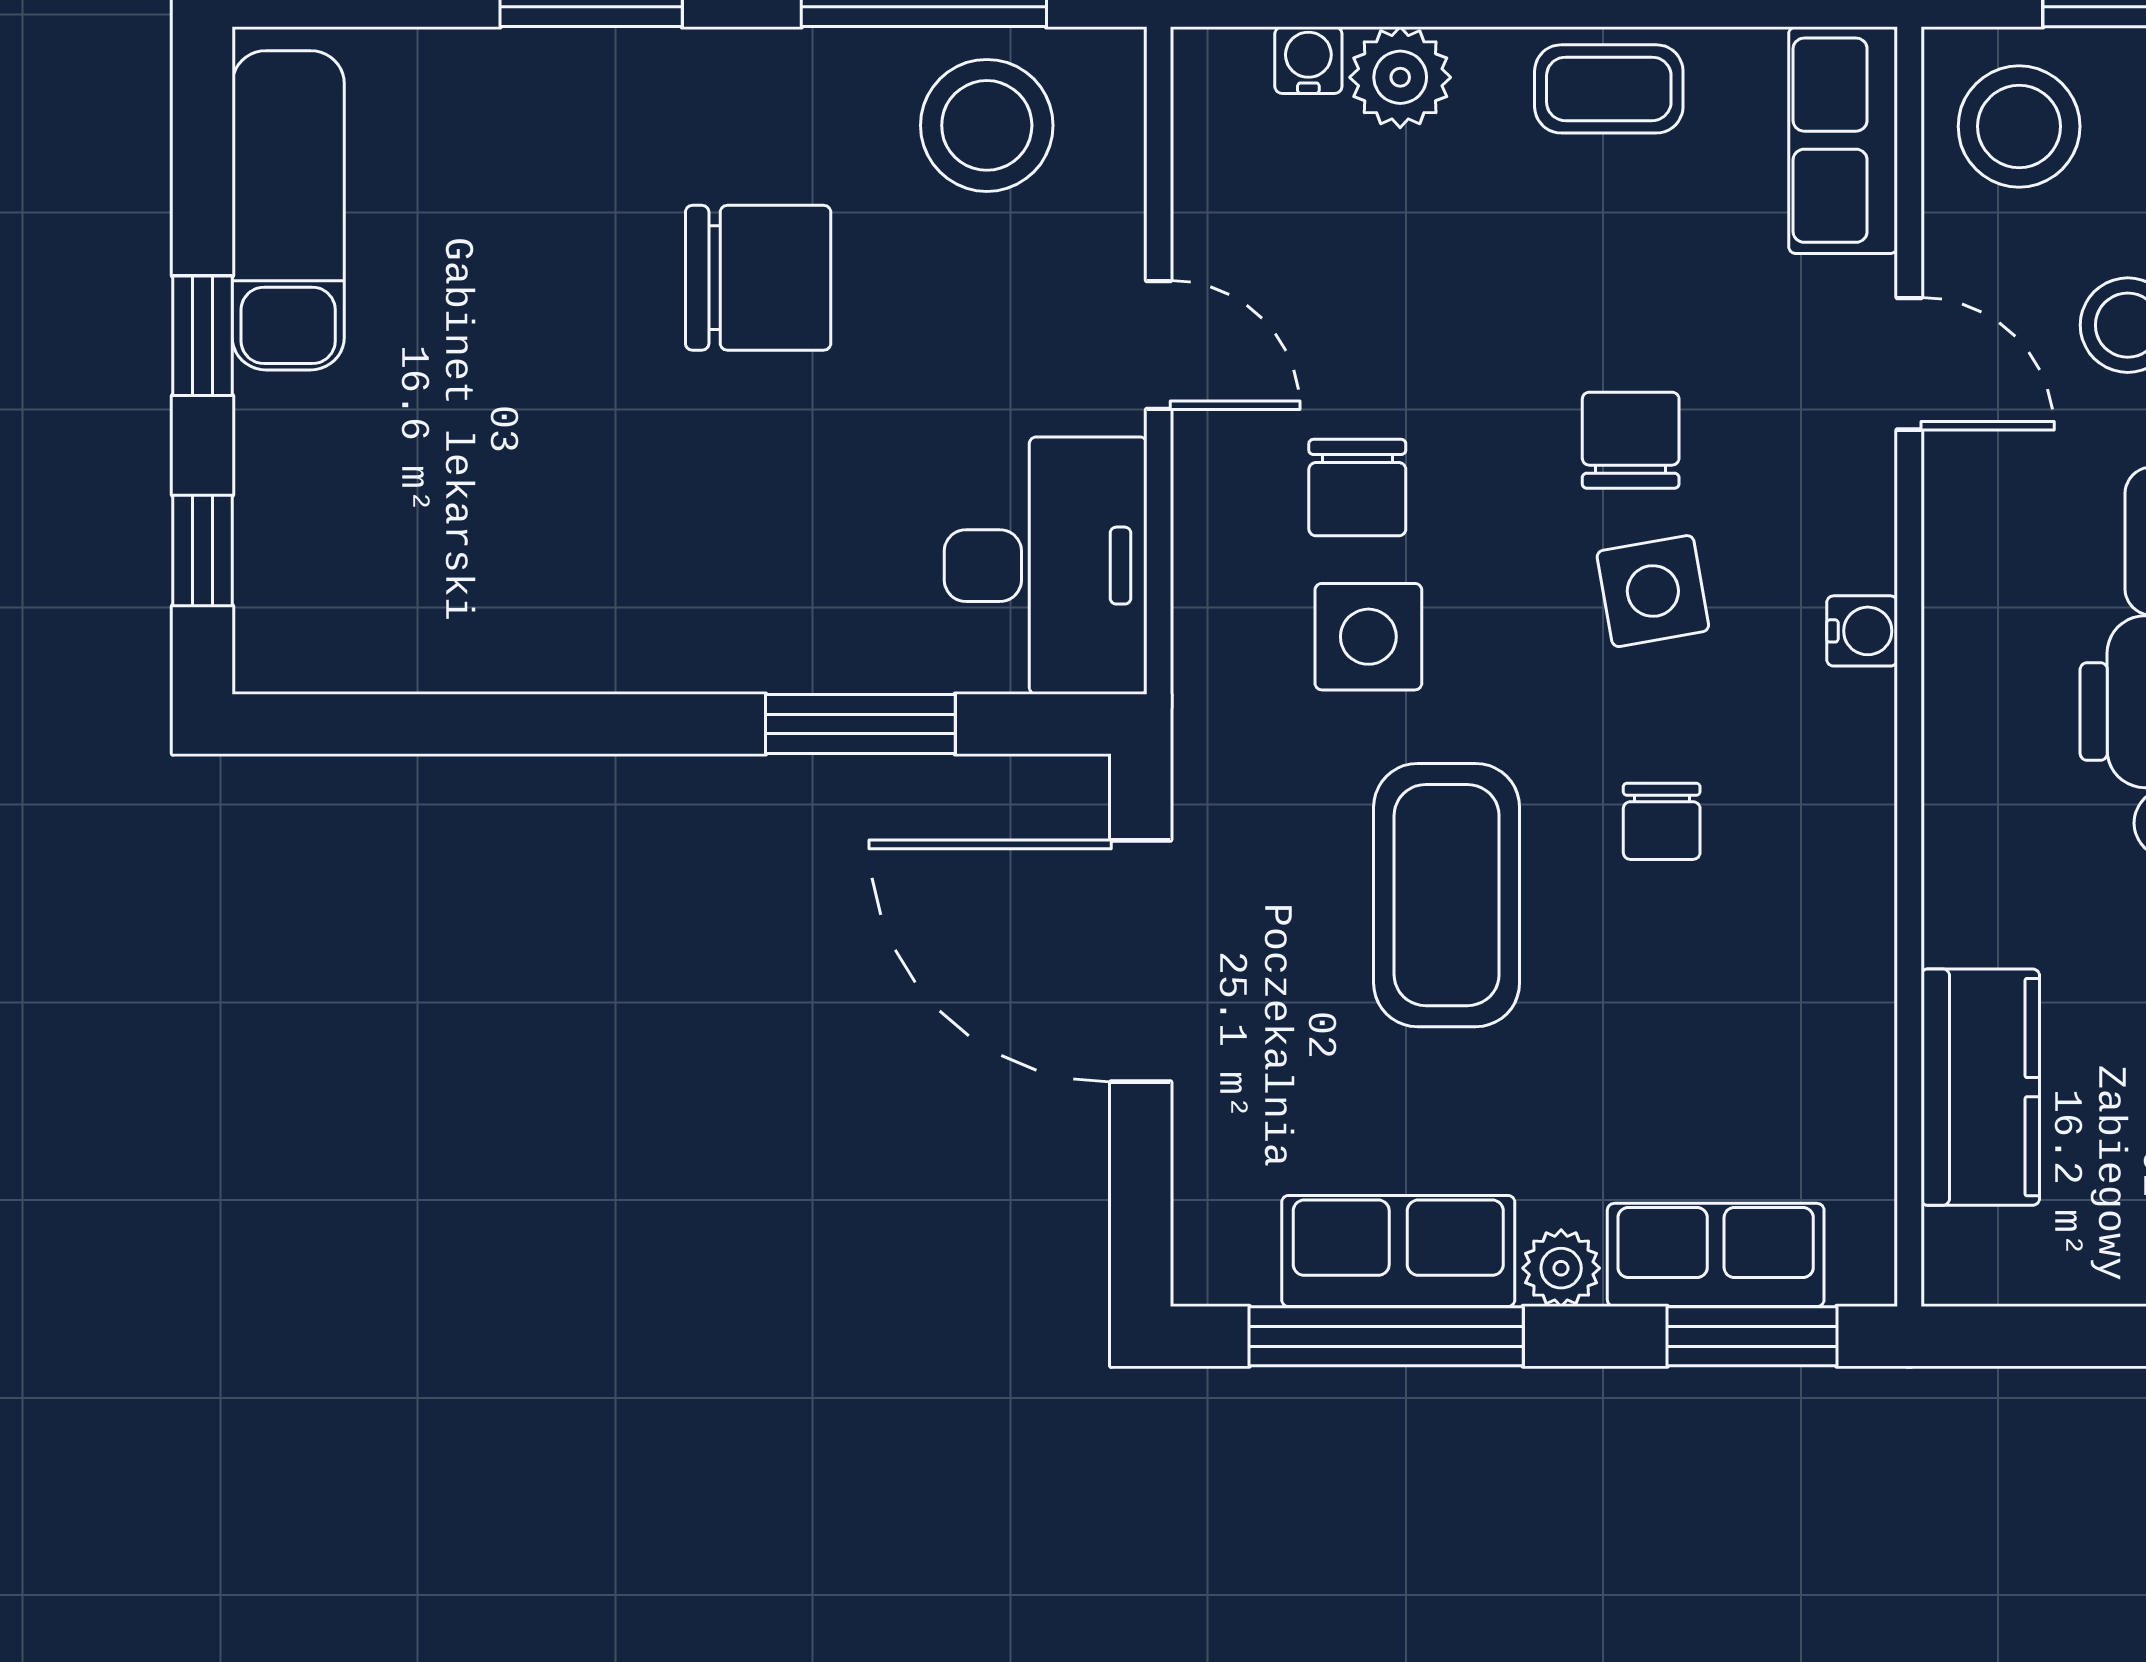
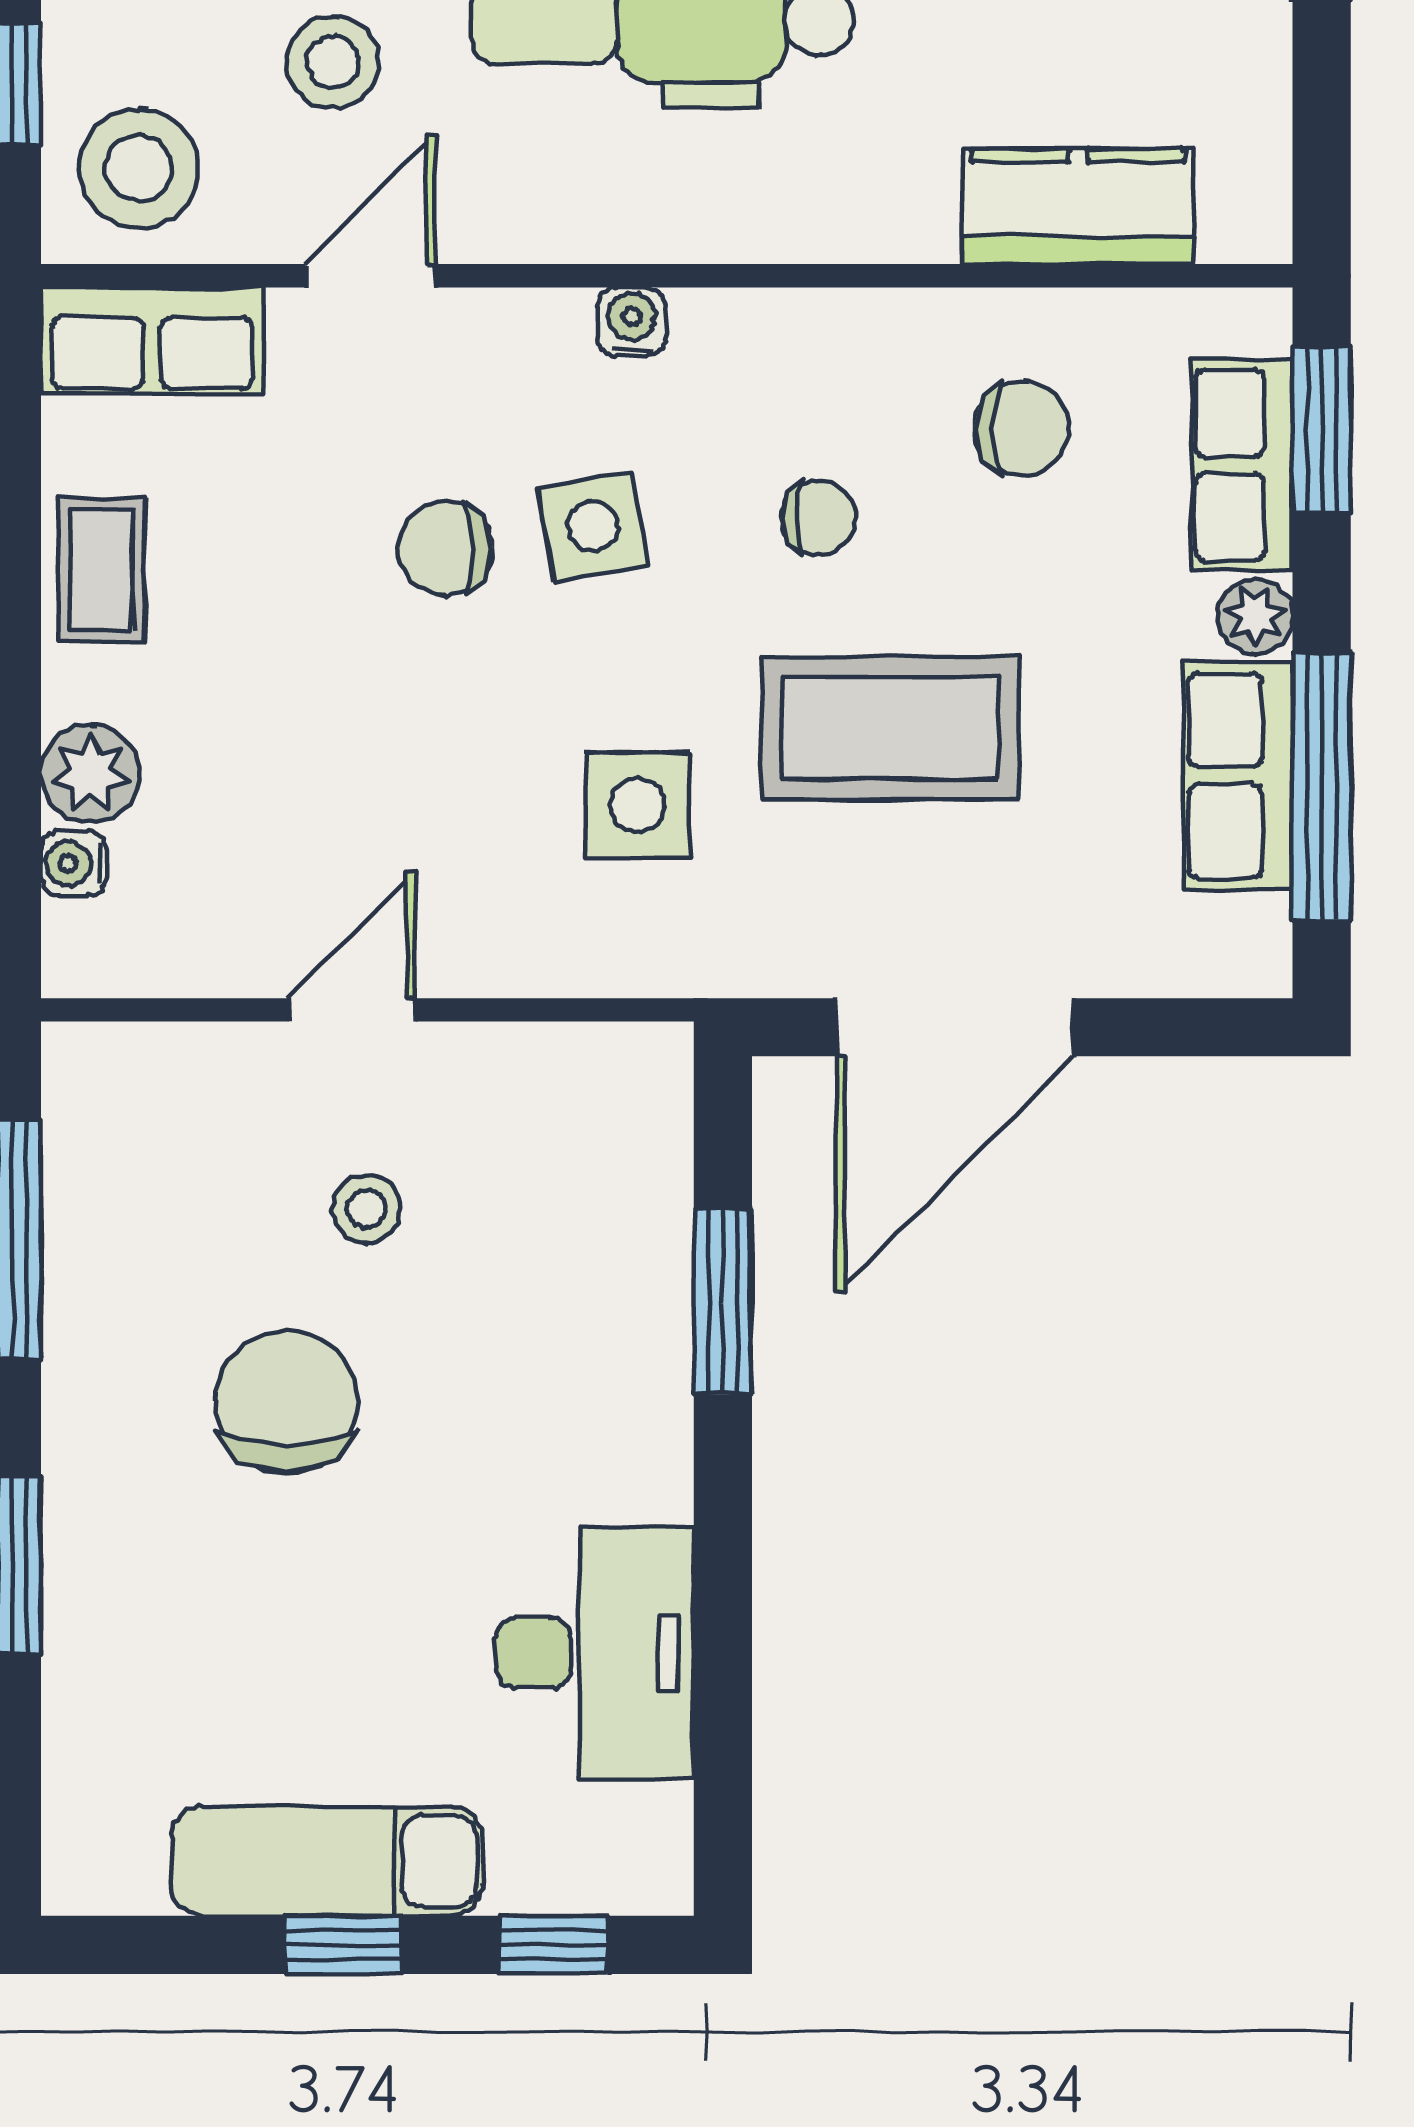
stool: (987, 125) -> (367, 1209), moved, width x0.53, depth x0.53
exam couch: (288, 210) -> (327, 1861), moved
chair: (1357, 488) -> (1022, 428), moved
desk: (1046, 566) -> (595, 1653), moved, turned 90

